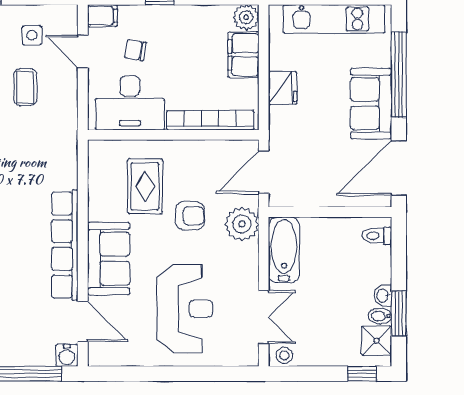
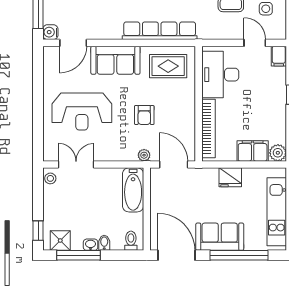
chair: (135, 50) -> (256, 78), removed
door: (83, 51) -> (255, 43), hinge flipped
rug: (145, 186) -> (168, 66), moved
plant: (242, 224) -> (144, 155), width x0.53, depth x0.53
row of seats: (65, 245) -> (160, 31), moved
bathtub: (284, 250) -> (133, 190), moved, turned 90
window: (399, 314) -> (78, 255), width x1.44
bidet: (380, 316) -> (104, 243), moved
double door: (264, 317) -> (76, 164), swing flipped

